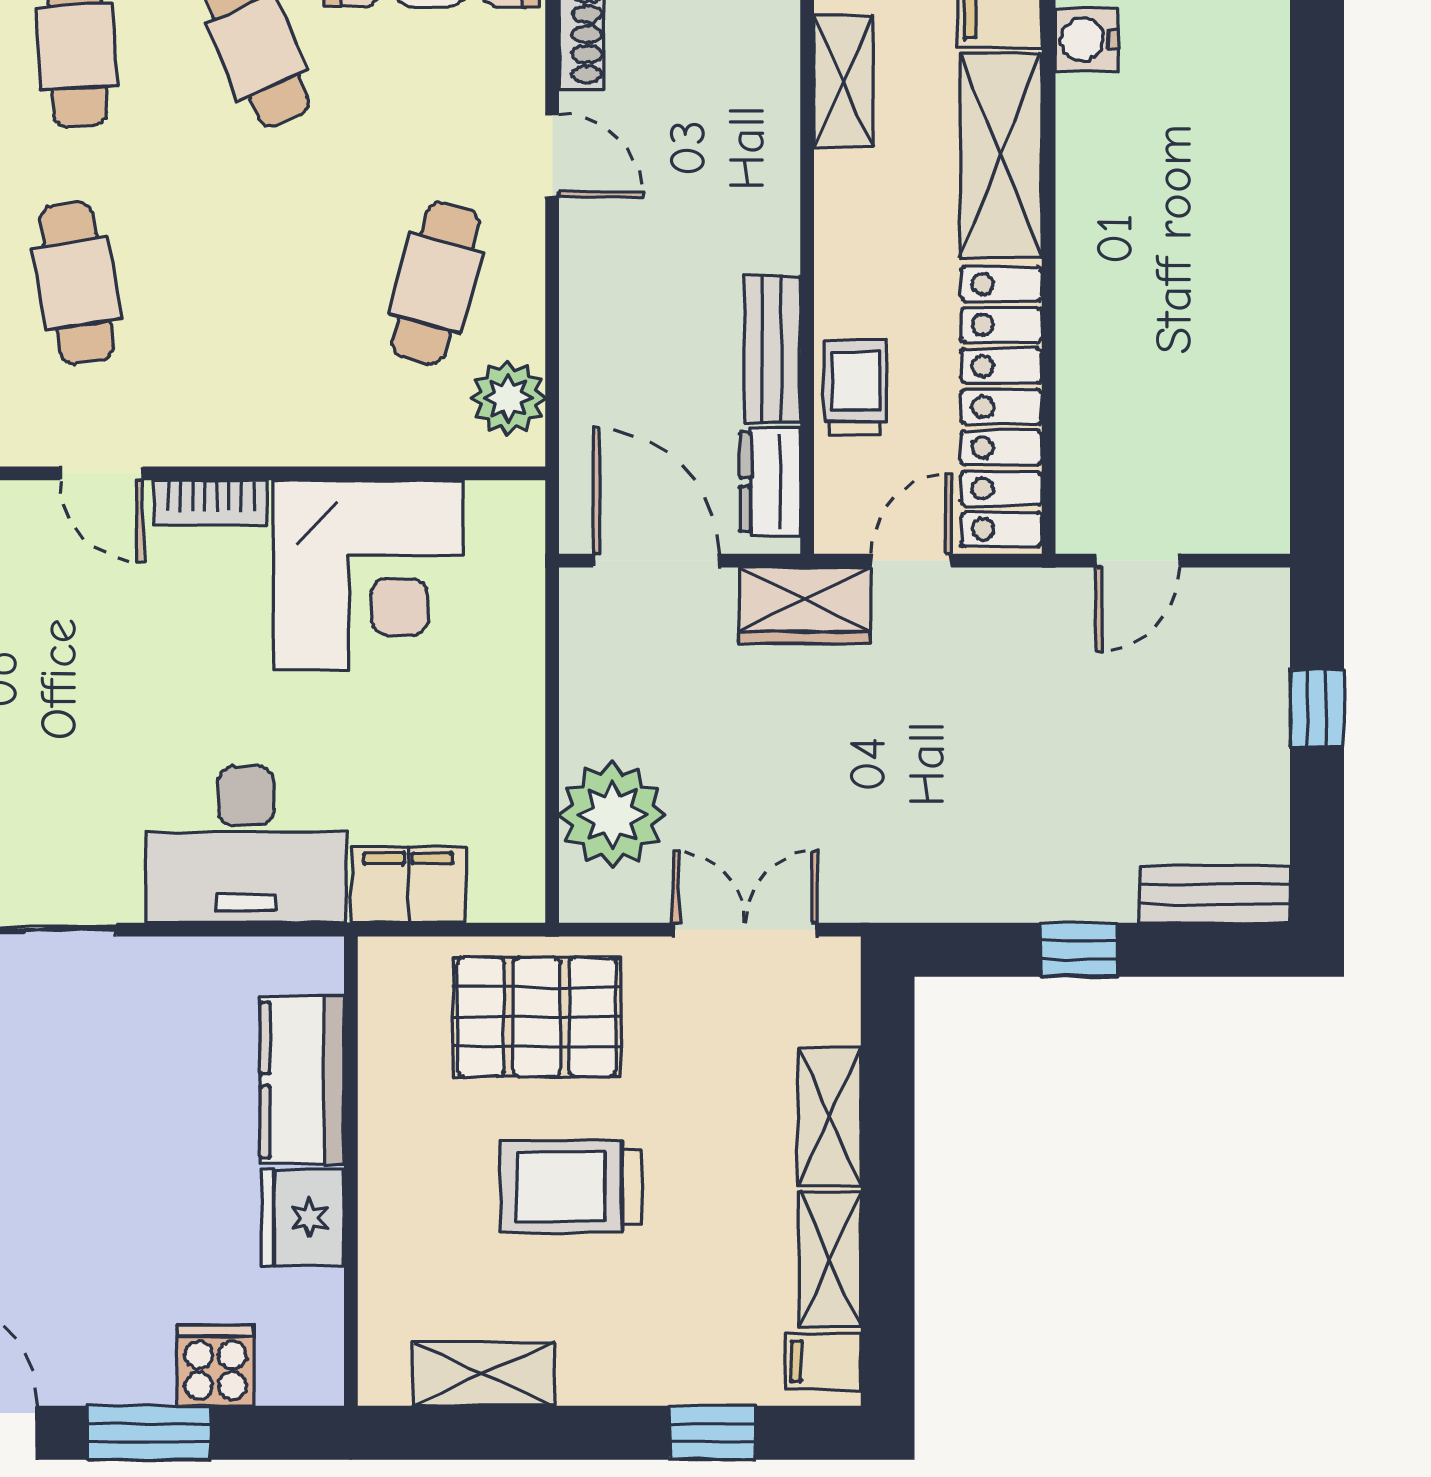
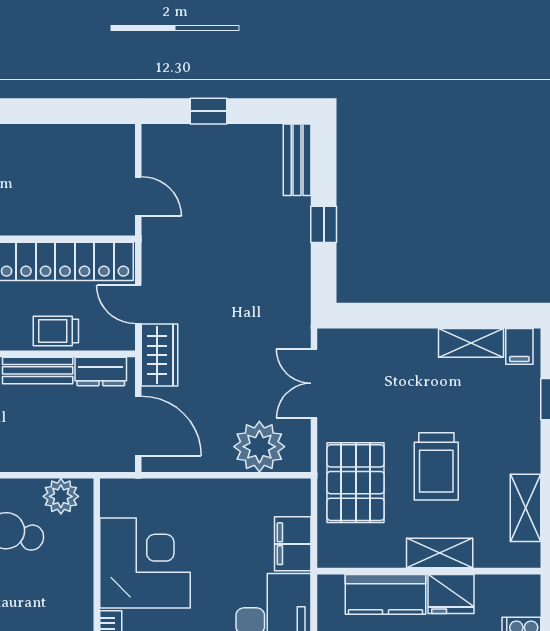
door: (656, 561) -> (138, 426), swing flipped
shelving: (830, 1117) -> (440, 553), moved

